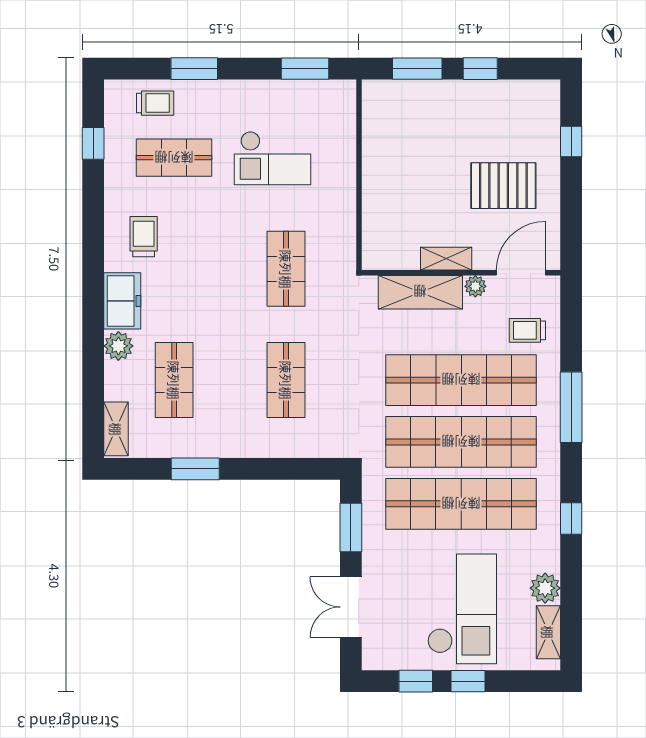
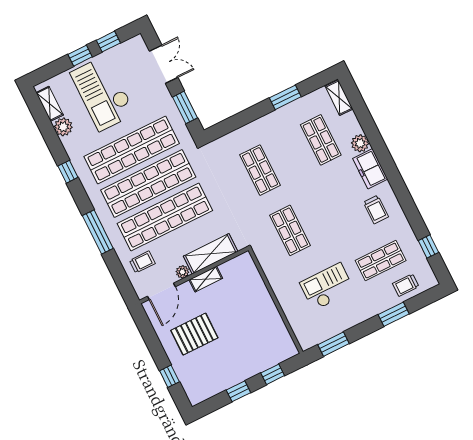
window: (417, 69) -> (273, 374), width x0.67

